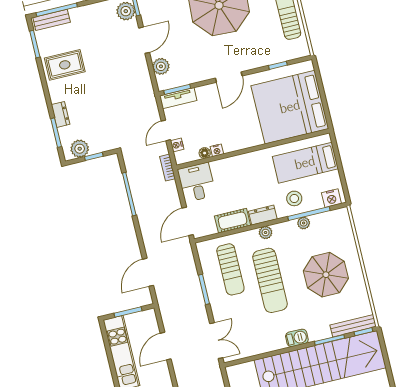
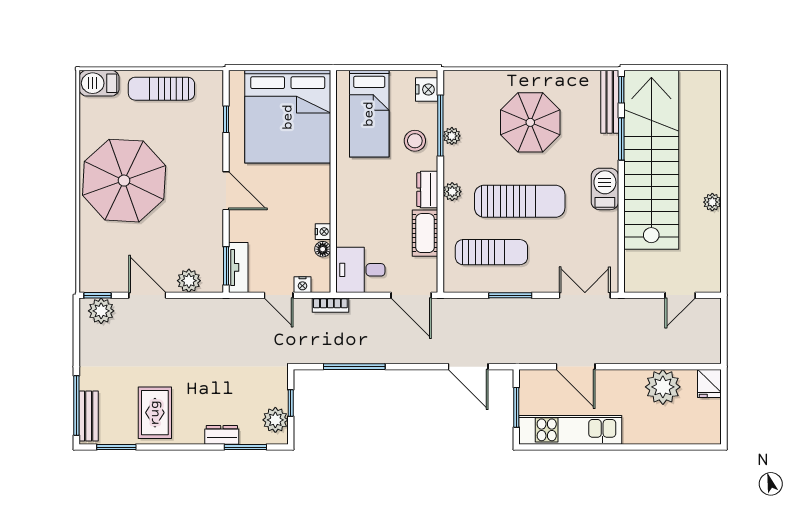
barbecue: (297, 338) -> (605, 189), width x1.38, depth x1.27

